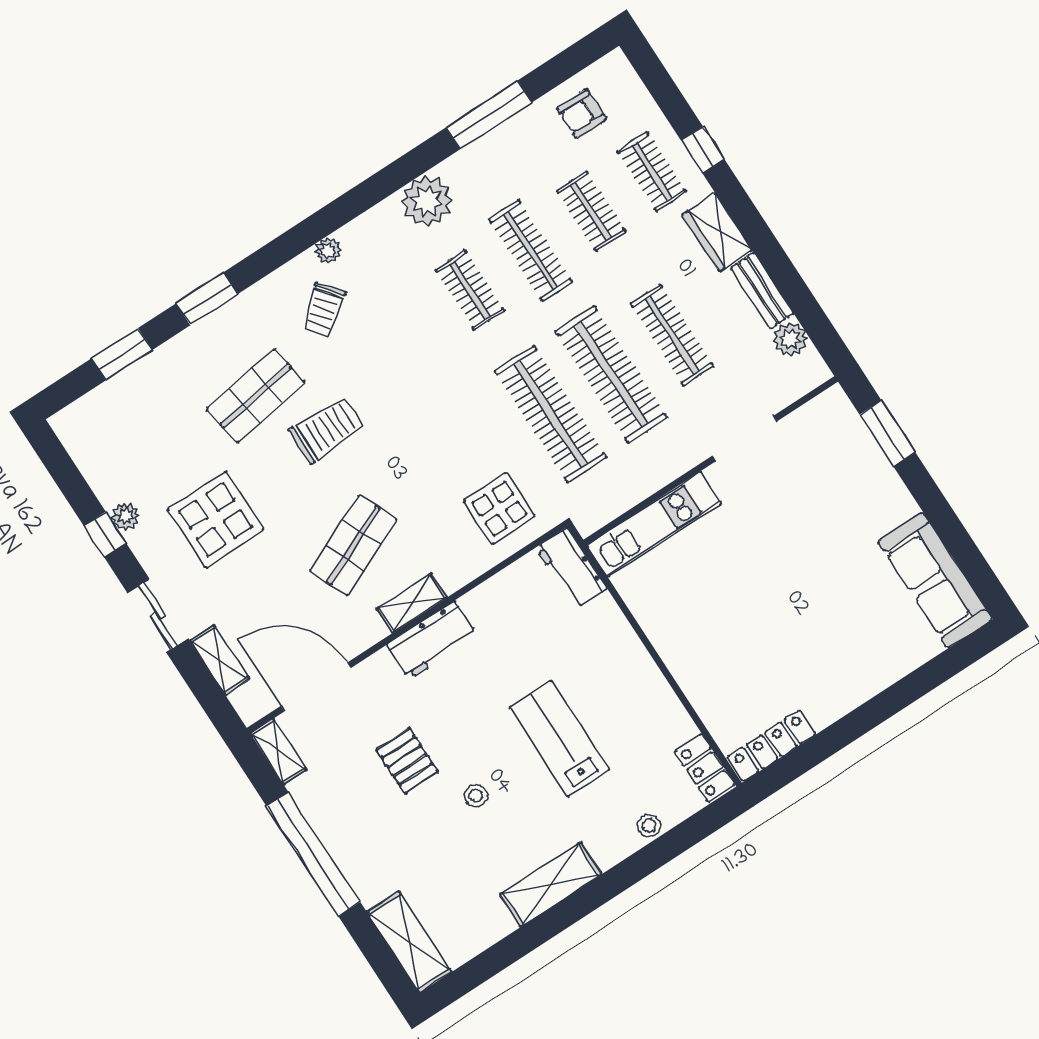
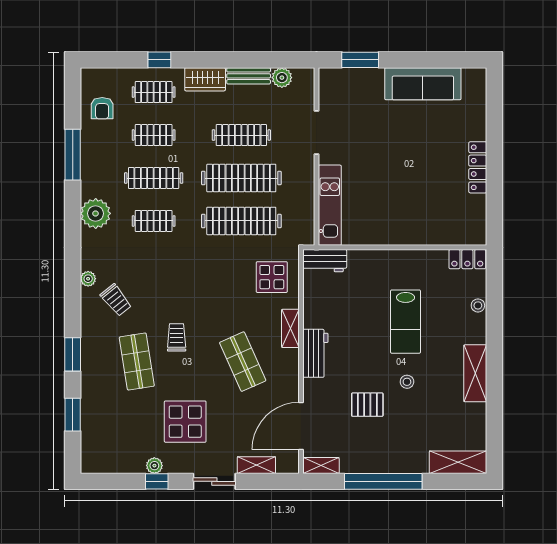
trolley: (327, 430) -> (177, 337), width x0.73, depth x0.72
sofa: (935, 580) -> (423, 84), moved
shelving: (412, 603) -> (290, 328), moved
lab bench: (560, 738) -> (406, 322), turned -90
locker: (771, 746) -> (478, 167), moved

